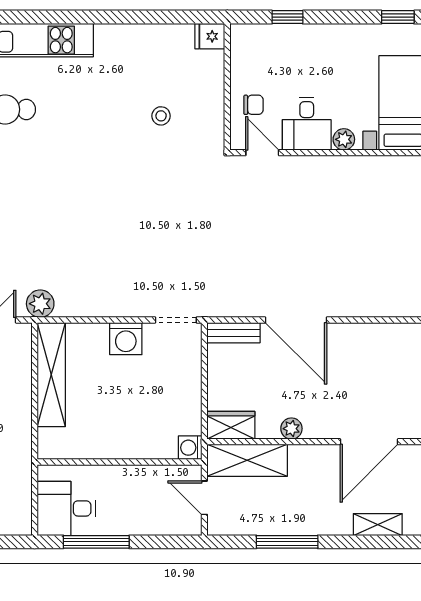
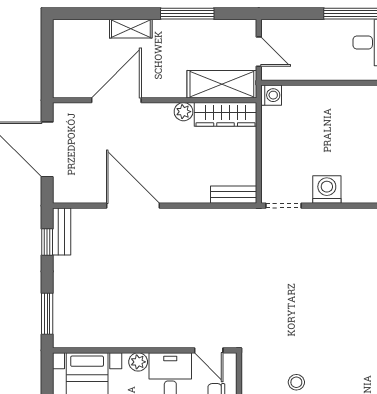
door: (296, 320) -> (133, 206), moved
wardrobe: (231, 425) -> (226, 114), width x1.50
shelving: (378, 525) -> (131, 29), moved

